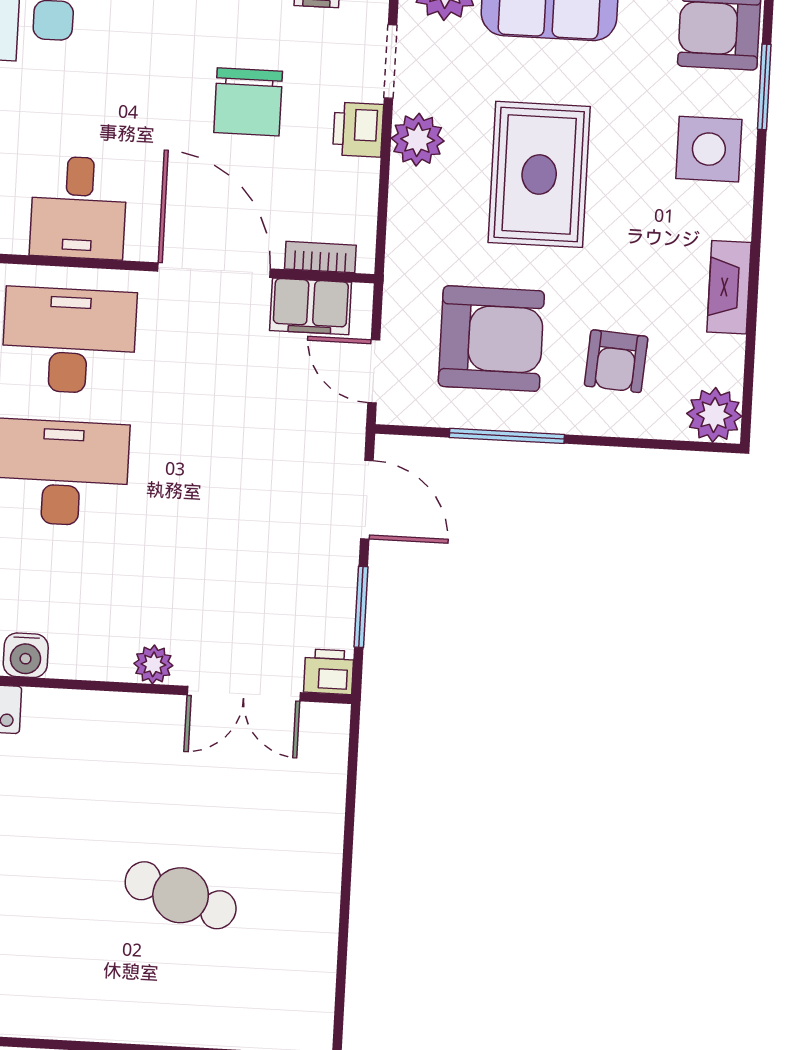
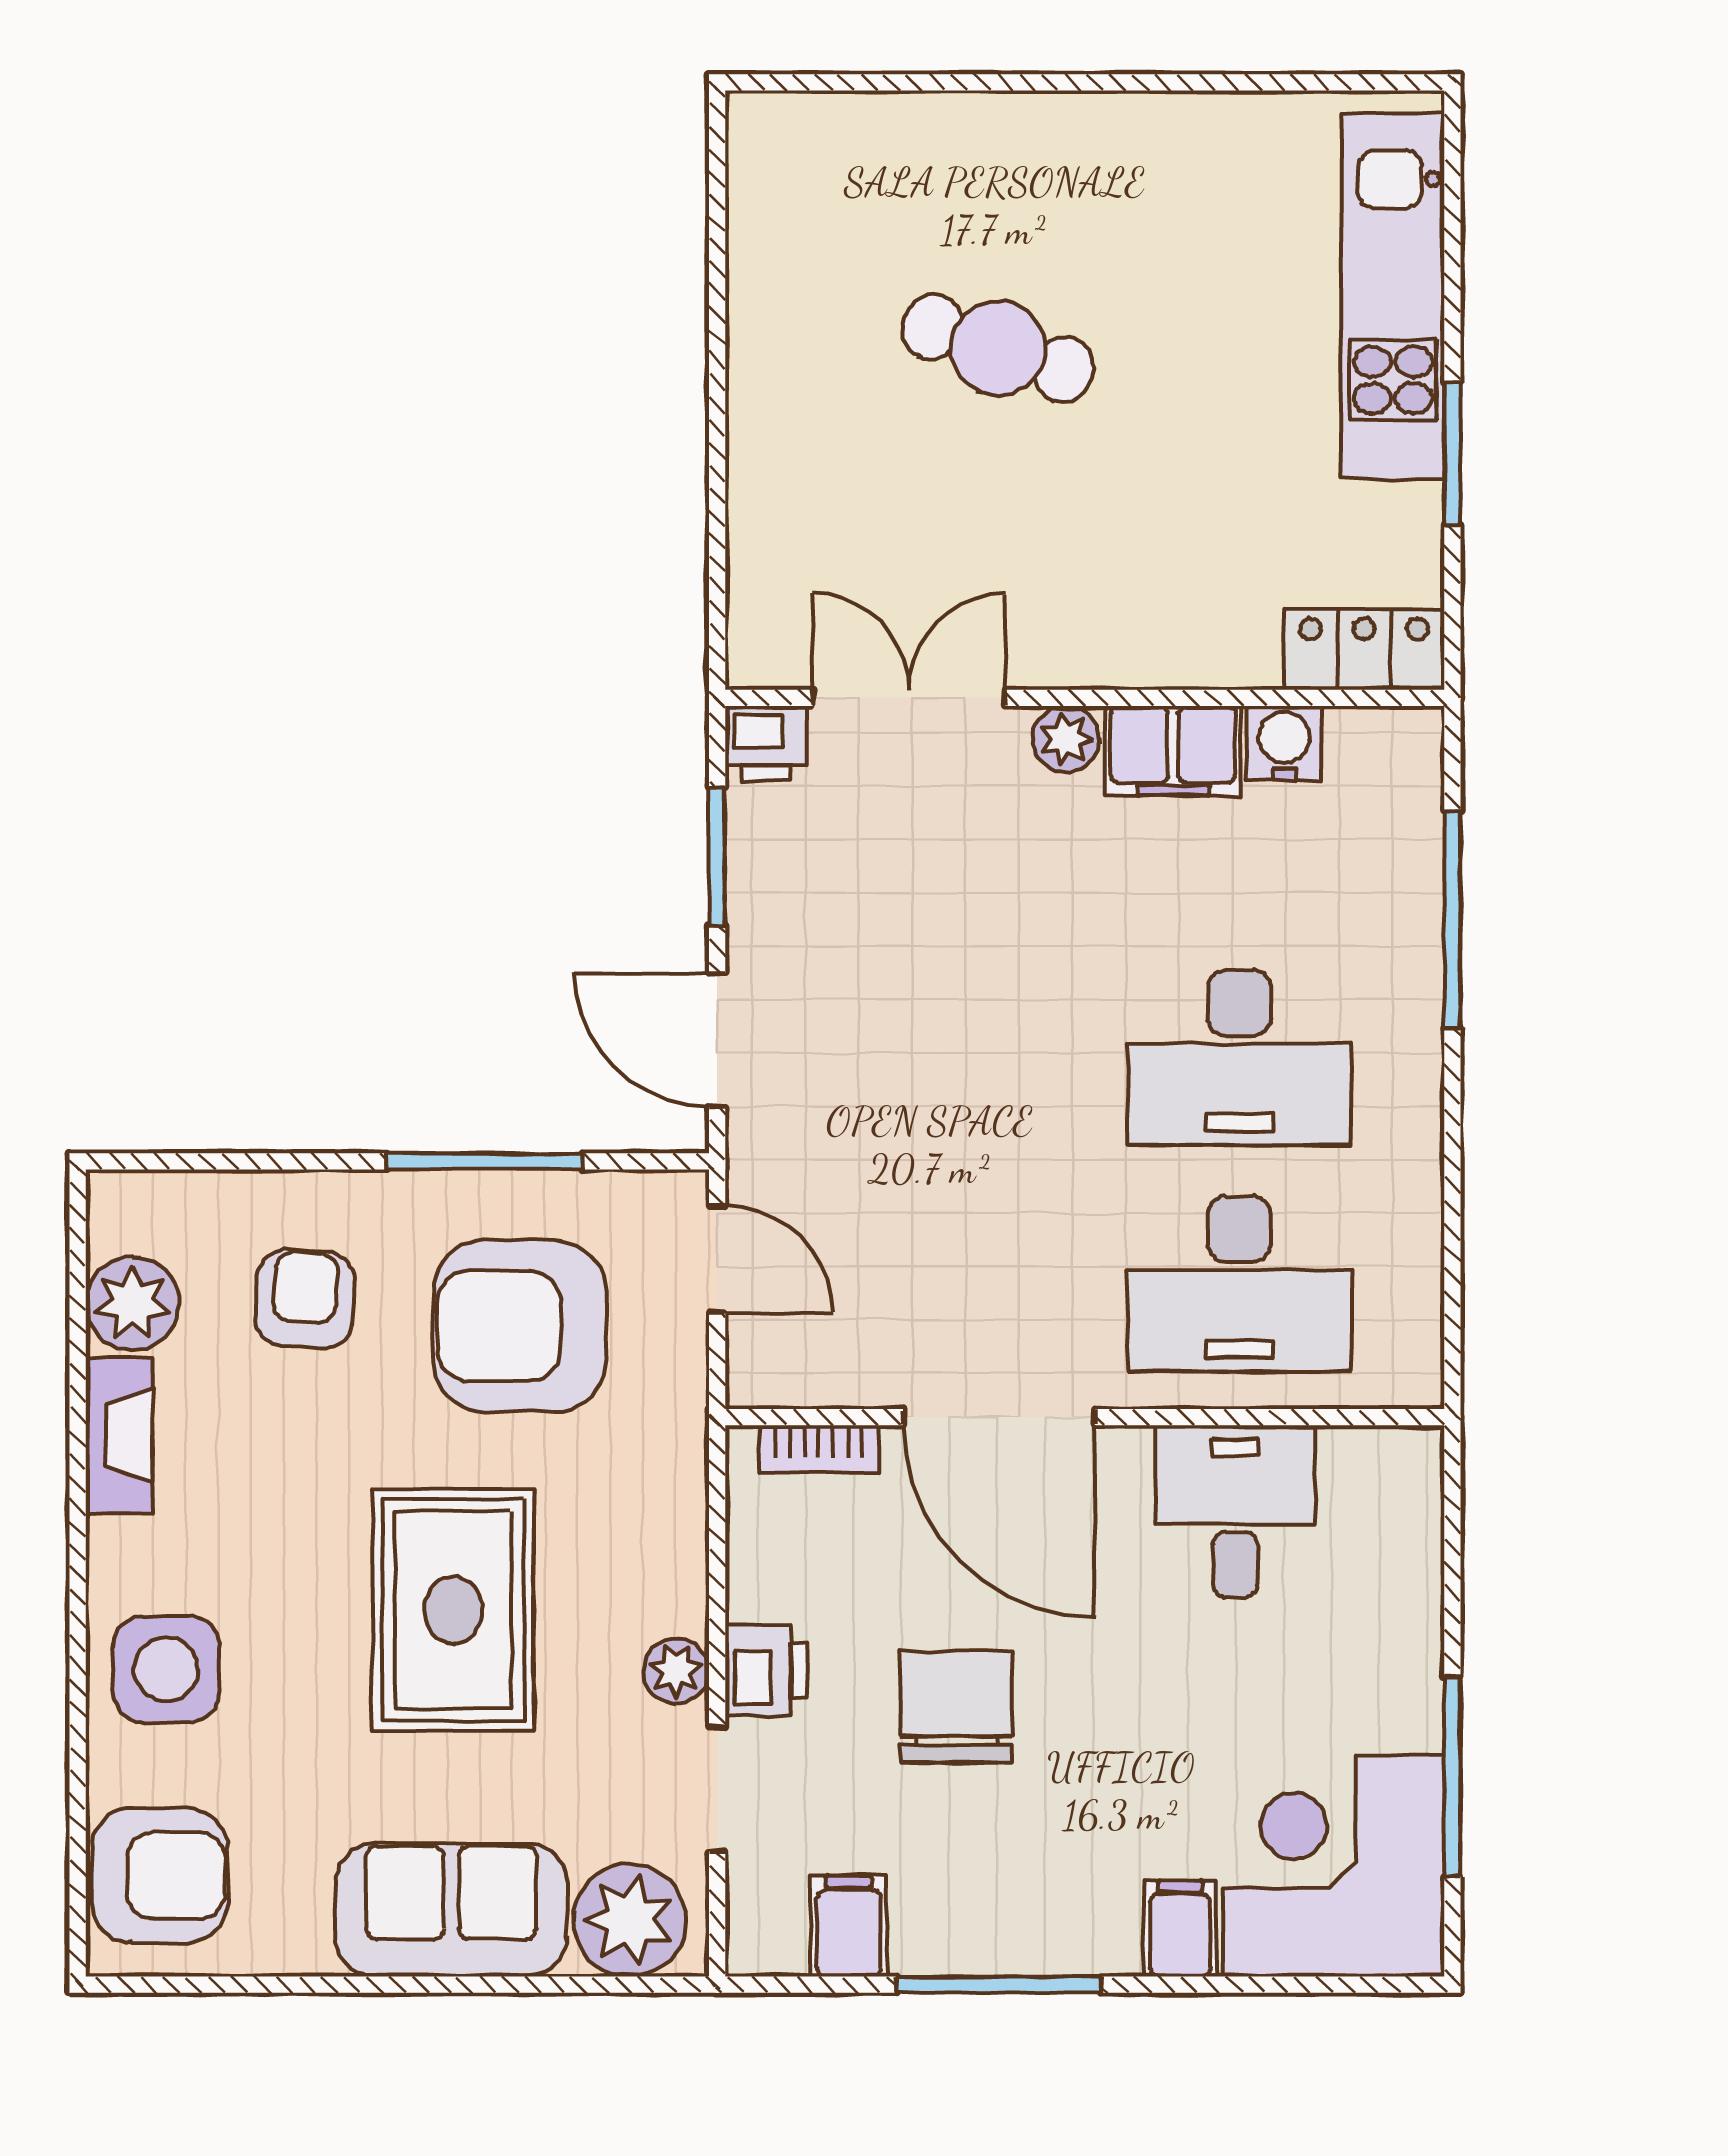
window: (764, 87) -> (78, 1780), removed
plant: (418, 140) -> (676, 1671), width x0.73, depth x0.73
filing cabinet: (311, 306) -> (1173, 751), moved, turned 180
plant: (714, 415) -> (133, 1304), moved

